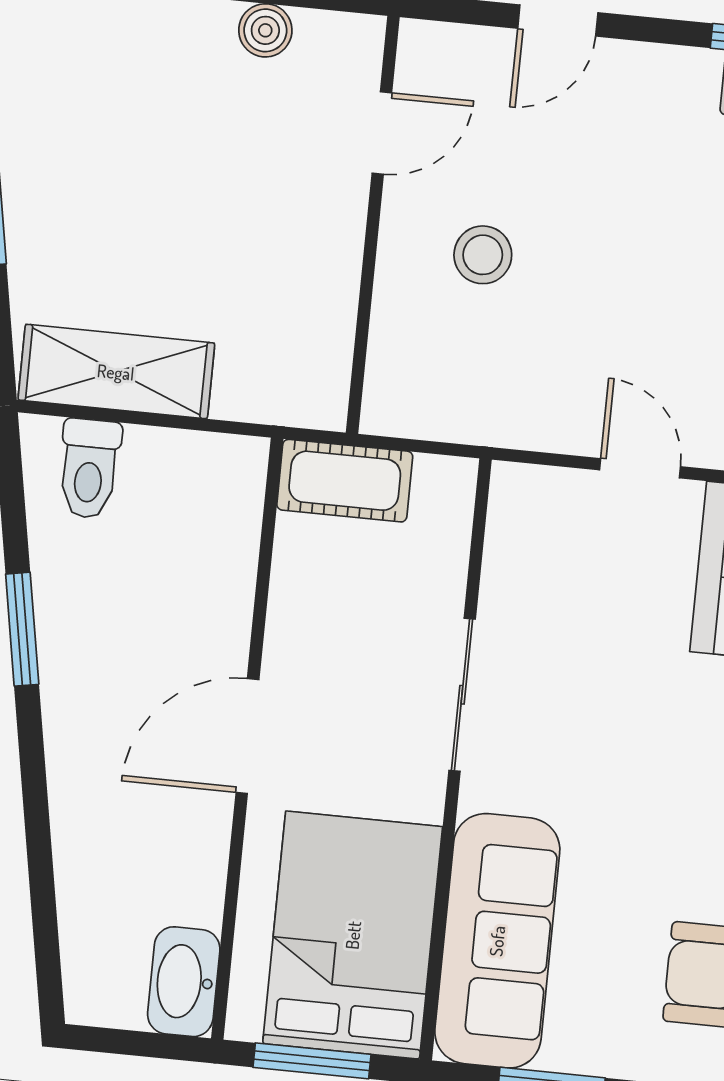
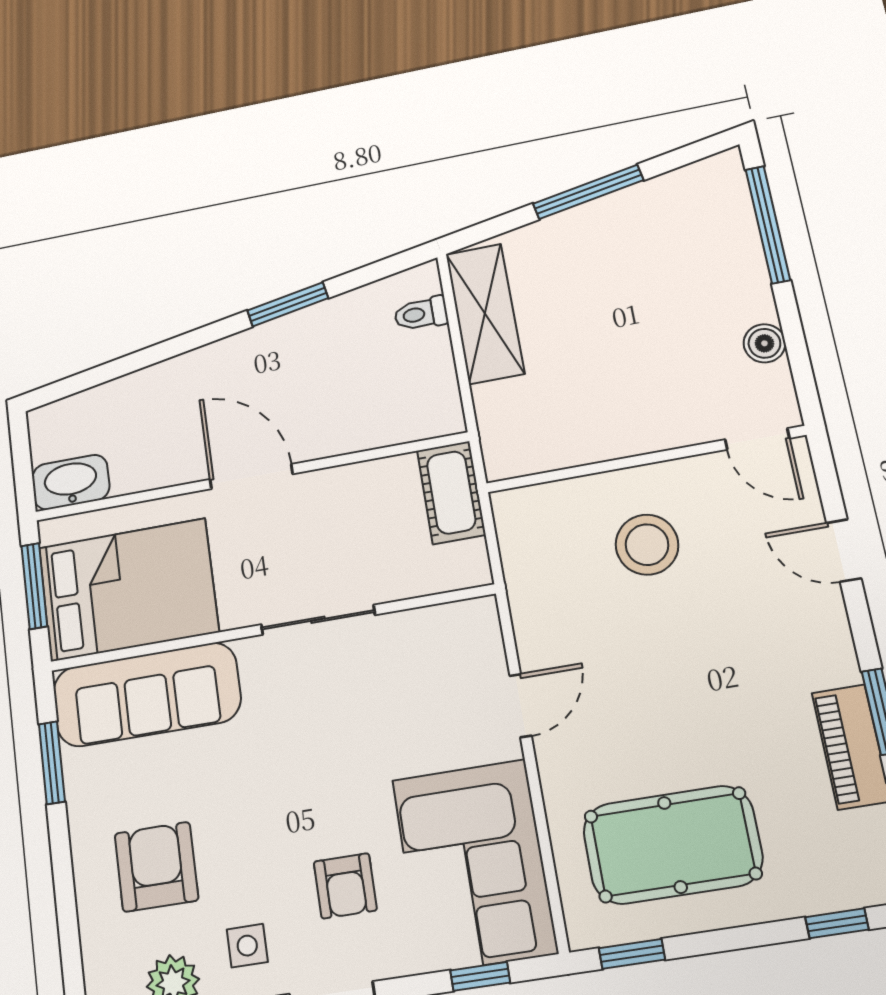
door: (382, 133) -> (757, 439), moved
stool: (483, 255) -> (647, 545), width x1.38, depth x1.38
toilet: (89, 469) -> (421, 314), width x0.73, depth x0.72

